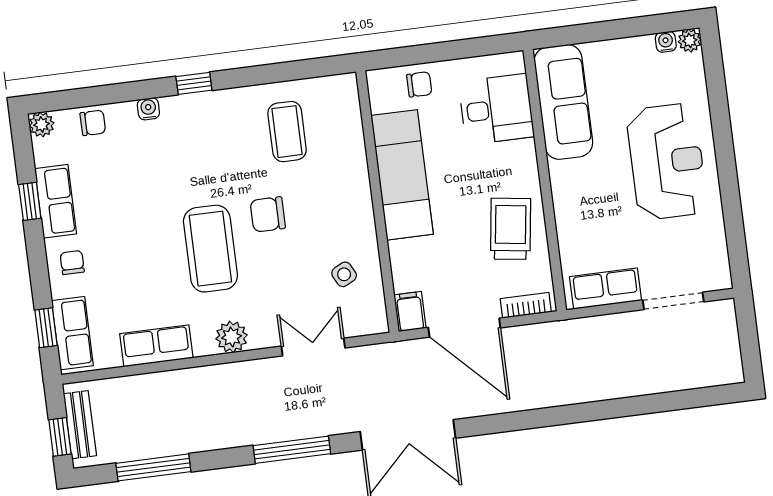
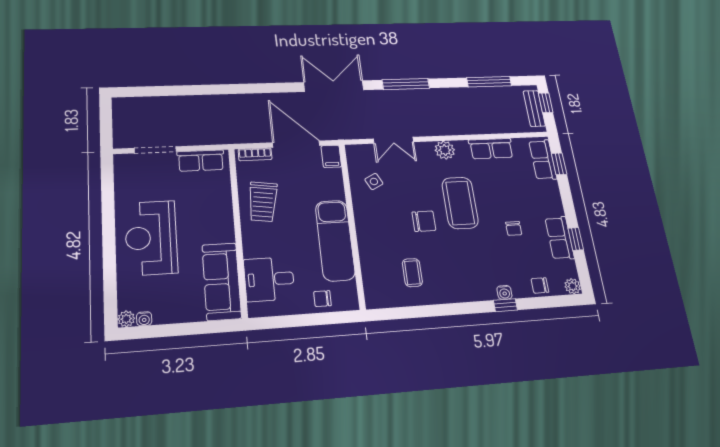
window: (194, 83) -> (505, 305), moved
coffee table: (287, 132) -> (412, 273), width x0.73, depth x0.77
chair: (72, 263) -> (514, 228), moved

